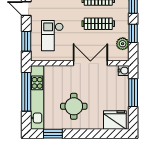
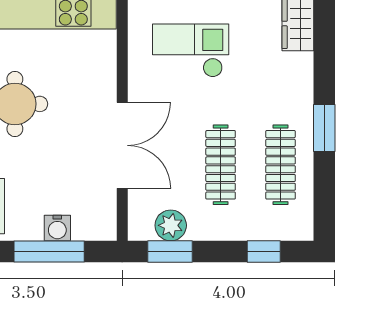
window: (133, 33) -> (170, 252), moved
water cooler: (124, 71) -> (57, 228), moved

